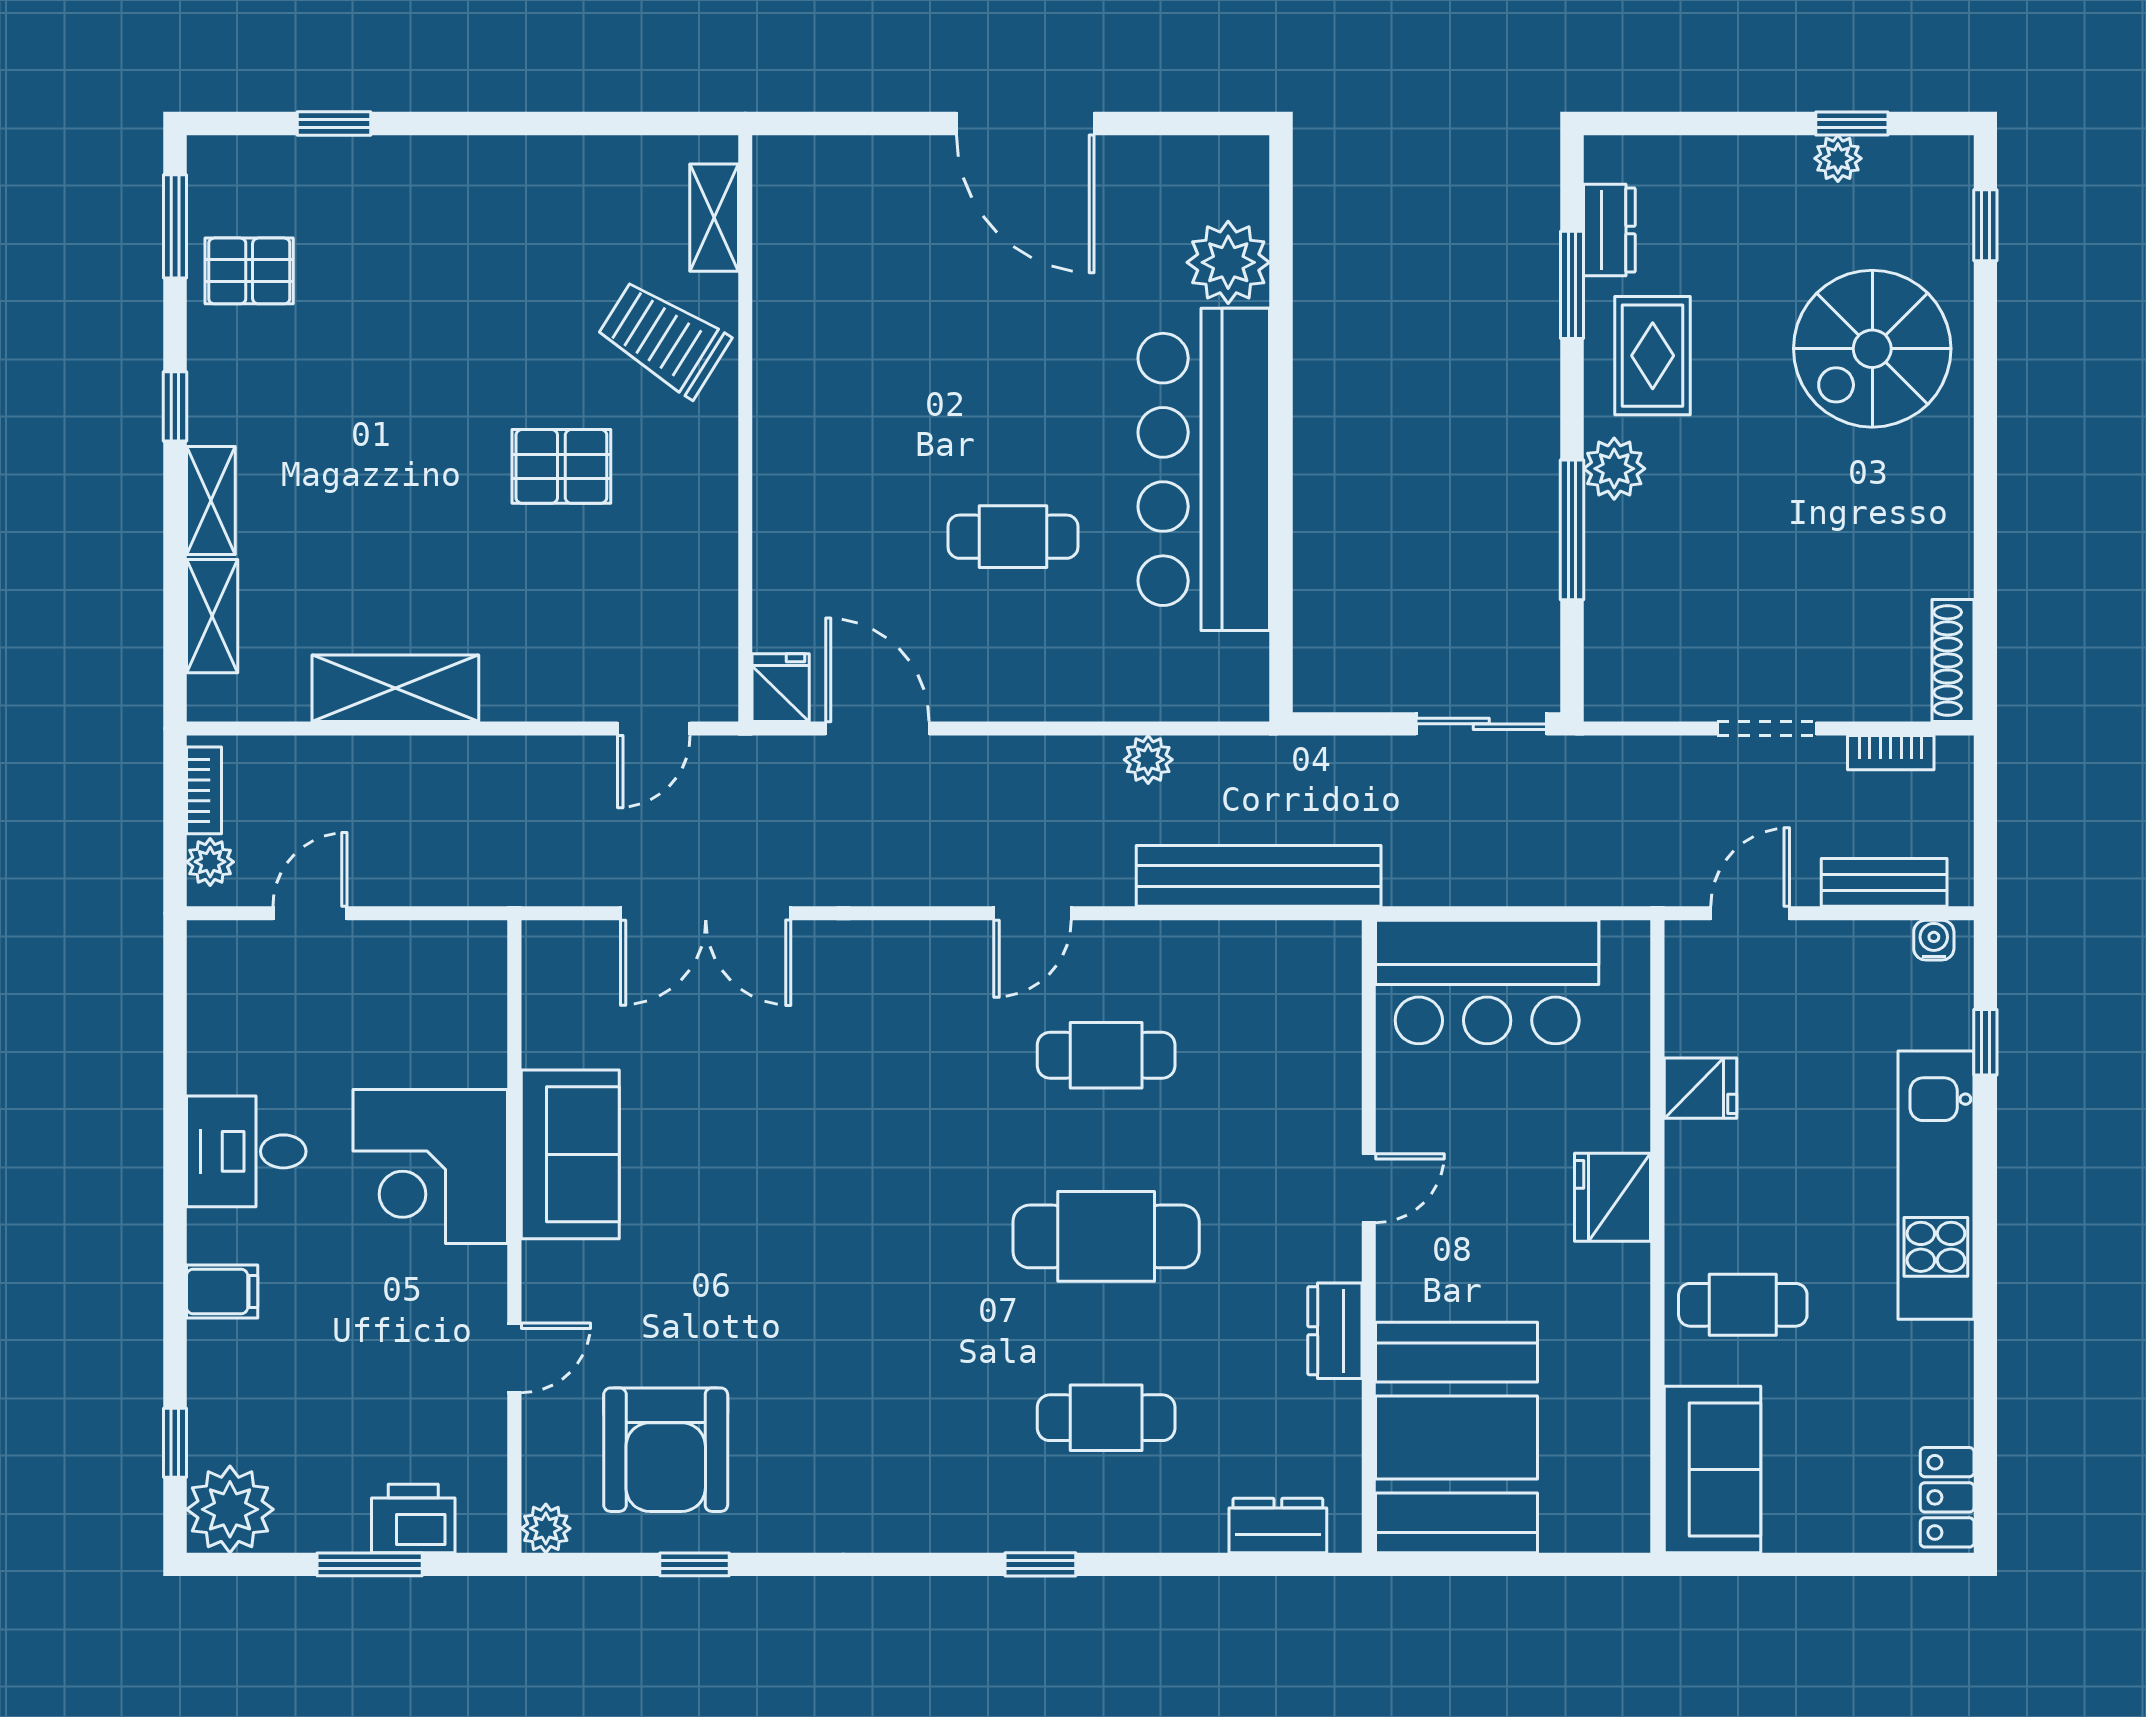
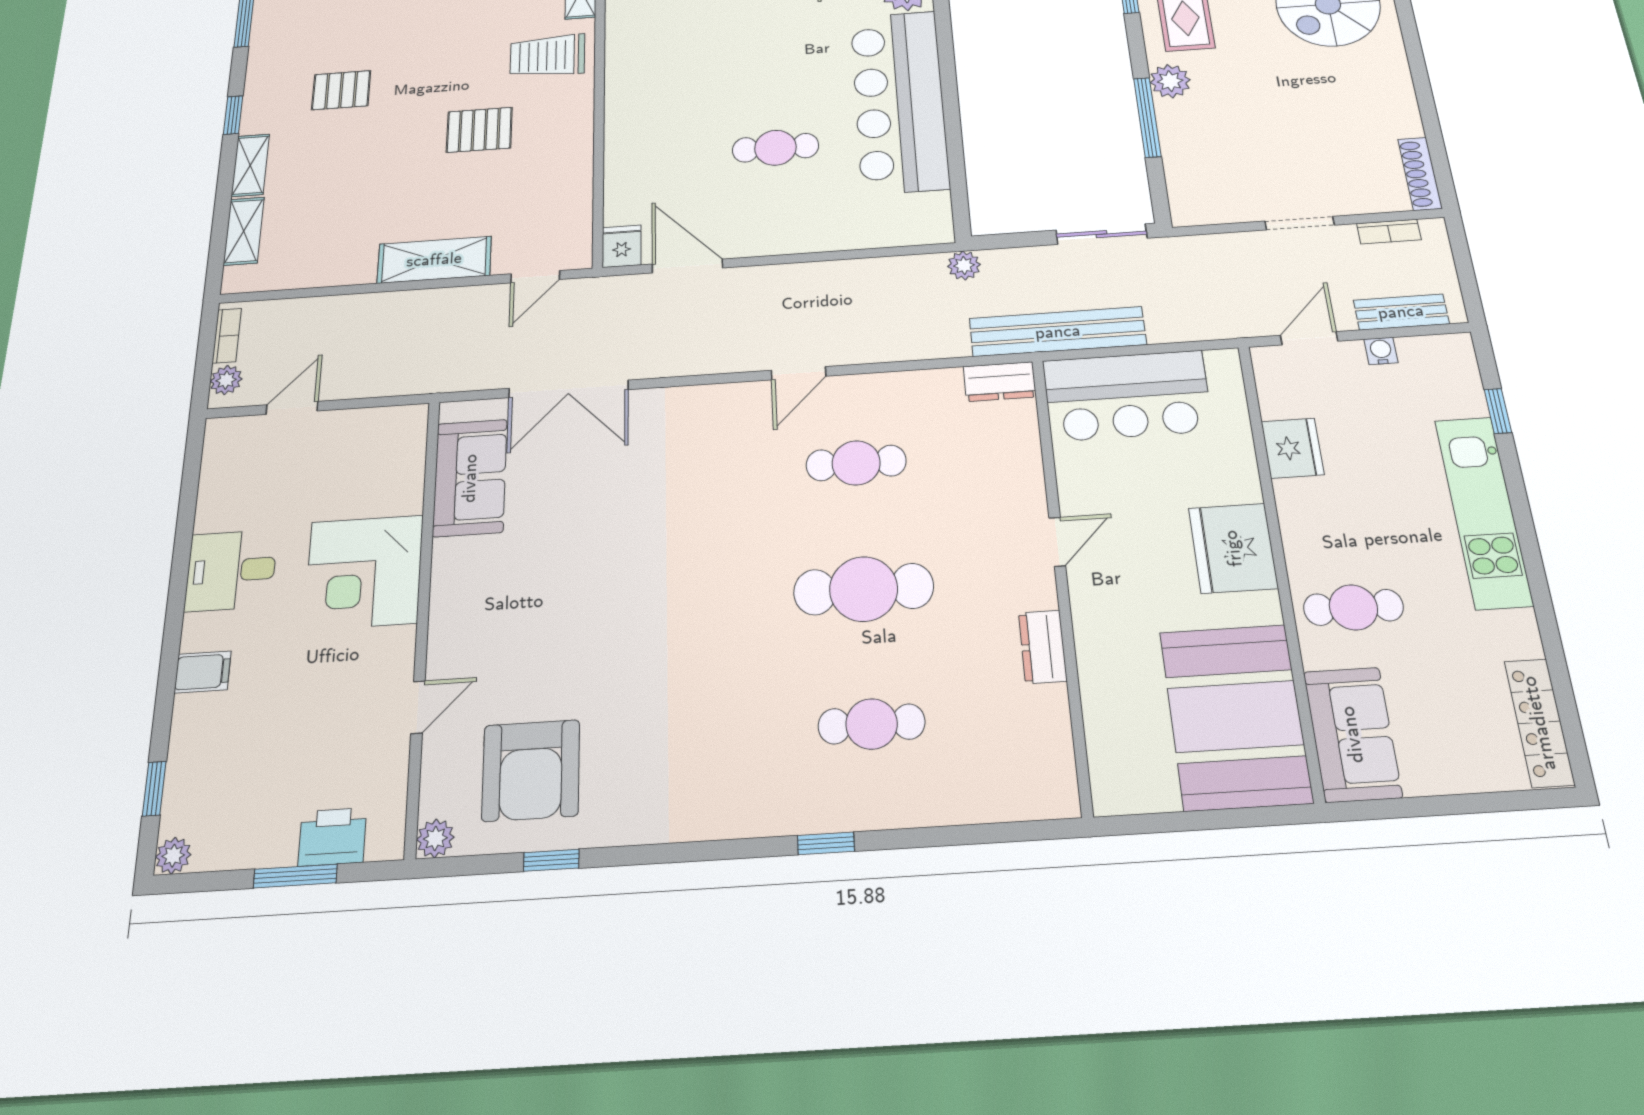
pallet: (249, 271) -> (341, 90), moved
trolley: (664, 339) -> (547, 56), turned -32
shelving: (395, 688) -> (434, 260), moved
plant: (1148, 760) -> (964, 265), moved
bench: (1259, 876) -> (1058, 332), moved
water cooler: (1934, 940) -> (1381, 351), moved
fridge: (1700, 1088) -> (1293, 448), width x1.38
sofa: (570, 1154) -> (470, 478), moved
fridge: (1613, 1197) -> (1233, 548), width x1.36, depth x1.34
booth: (1457, 1437) -> (1235, 716), moved
locker: (1947, 1497) -> (1539, 723), width x1.53
plant: (230, 1509) -> (173, 856), width x0.53, depth x0.53
dresser: (1278, 1525) -> (1000, 382), moved, turned 180

